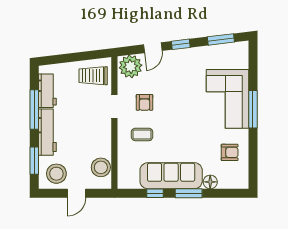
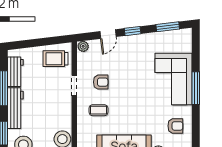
plant: (131, 66) -> (83, 46), width x0.53, depth x0.53
armchair: (144, 102) -> (101, 82), turned -90

